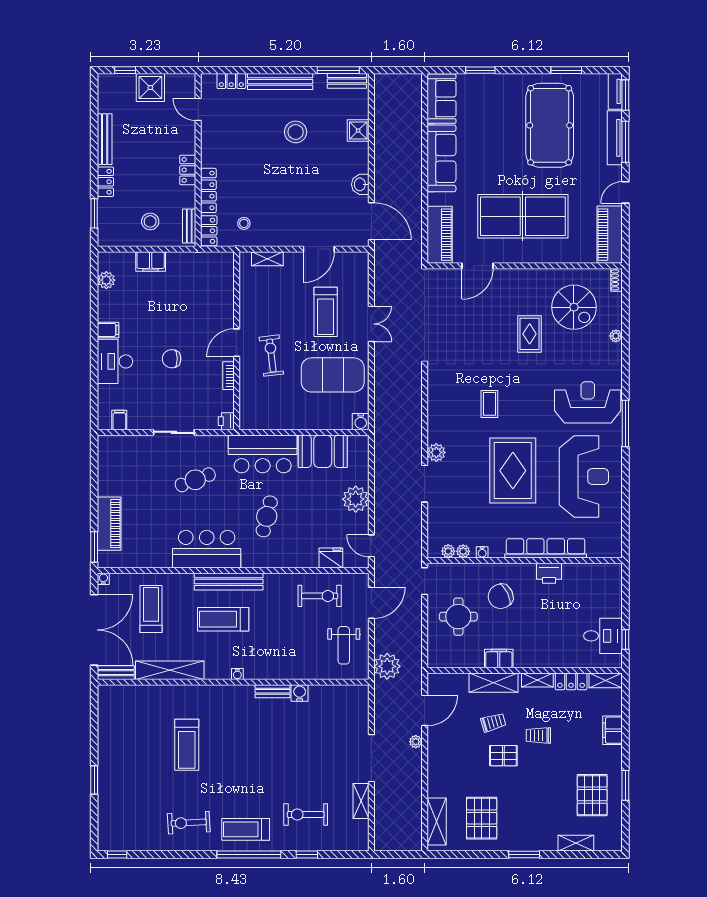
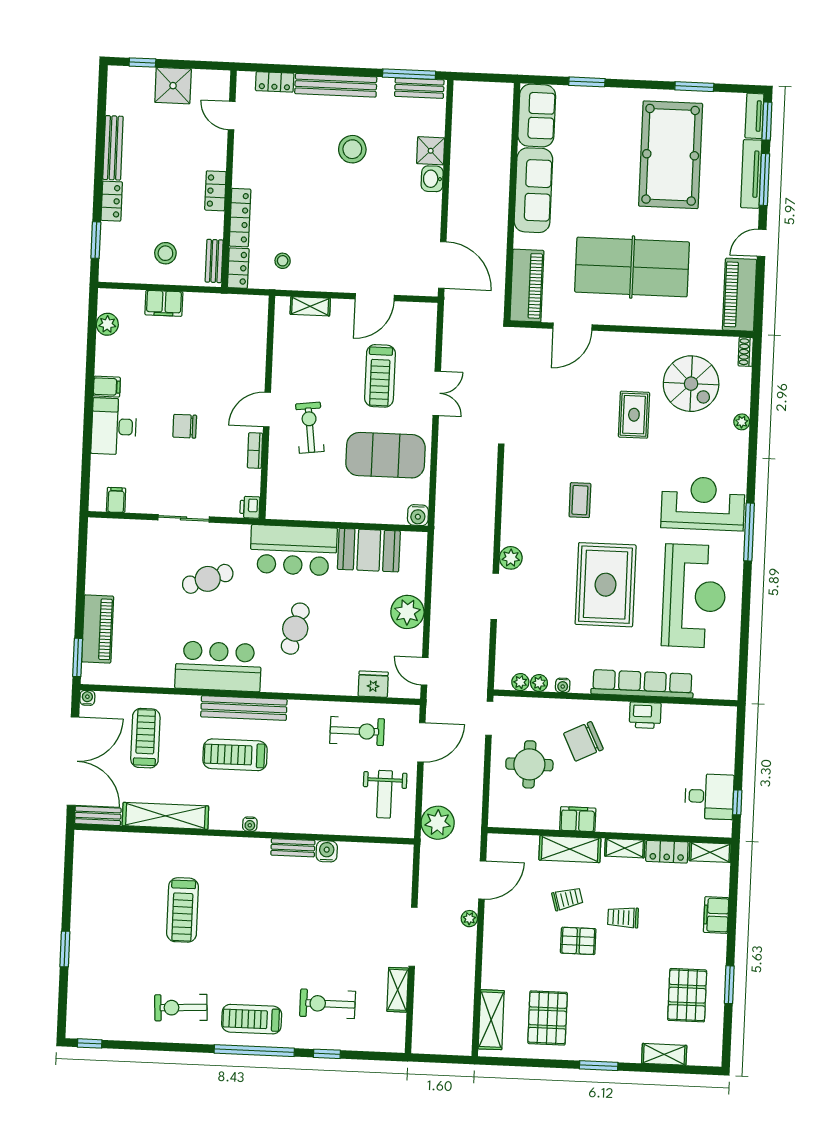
washbasin: (360, 184) -> (432, 179), moved

